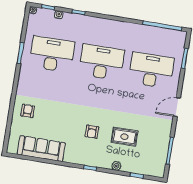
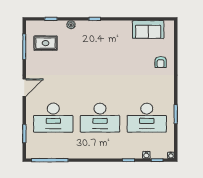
armchair: (92, 132) -> (98, 52), removed
rug: (124, 137) -> (46, 43), moved
sofa: (41, 149) -> (148, 29), width x0.73

